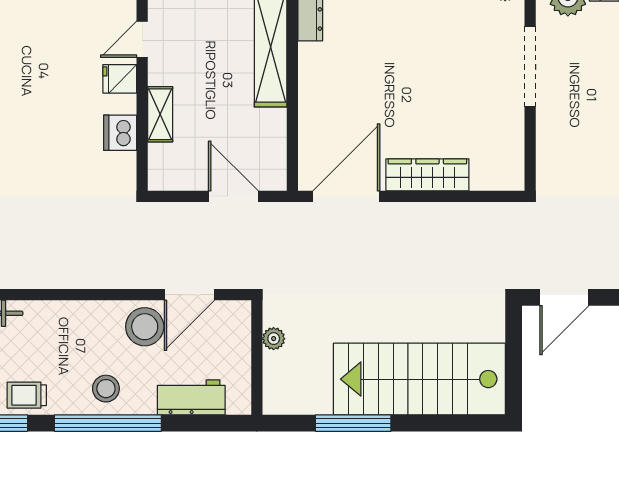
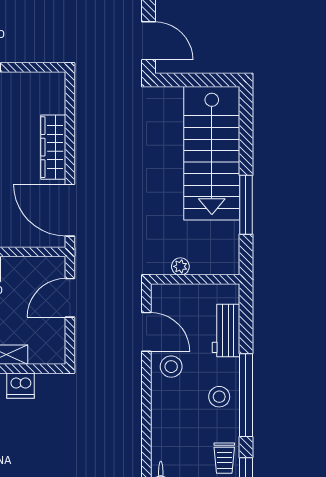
stool: (145, 327) -> (171, 367), width x0.73, depth x0.73

